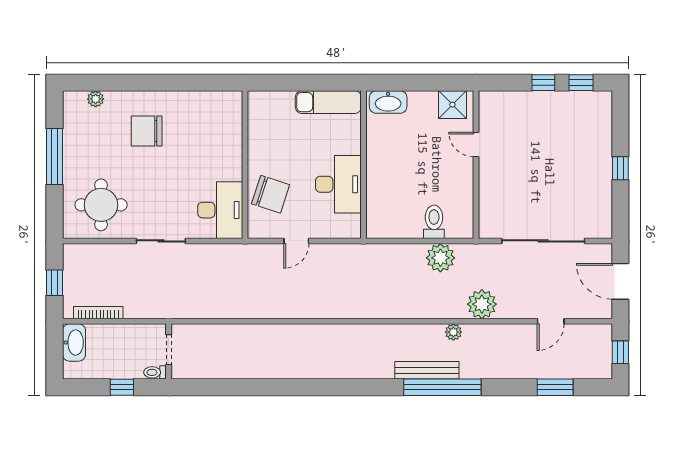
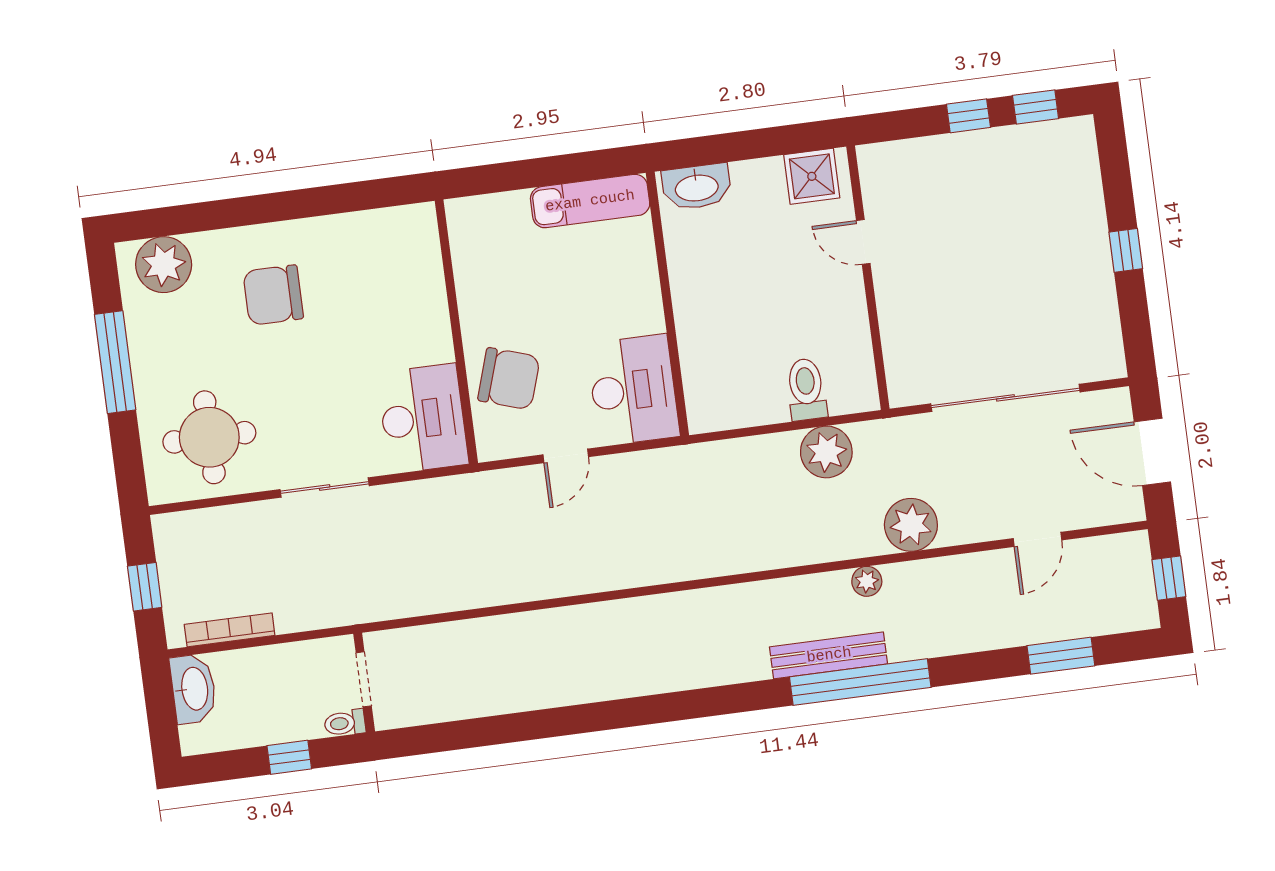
plant: (96, 99) -> (164, 265), width x1.87, depth x1.87
desk: (338, 184) -> (633, 390), moved

